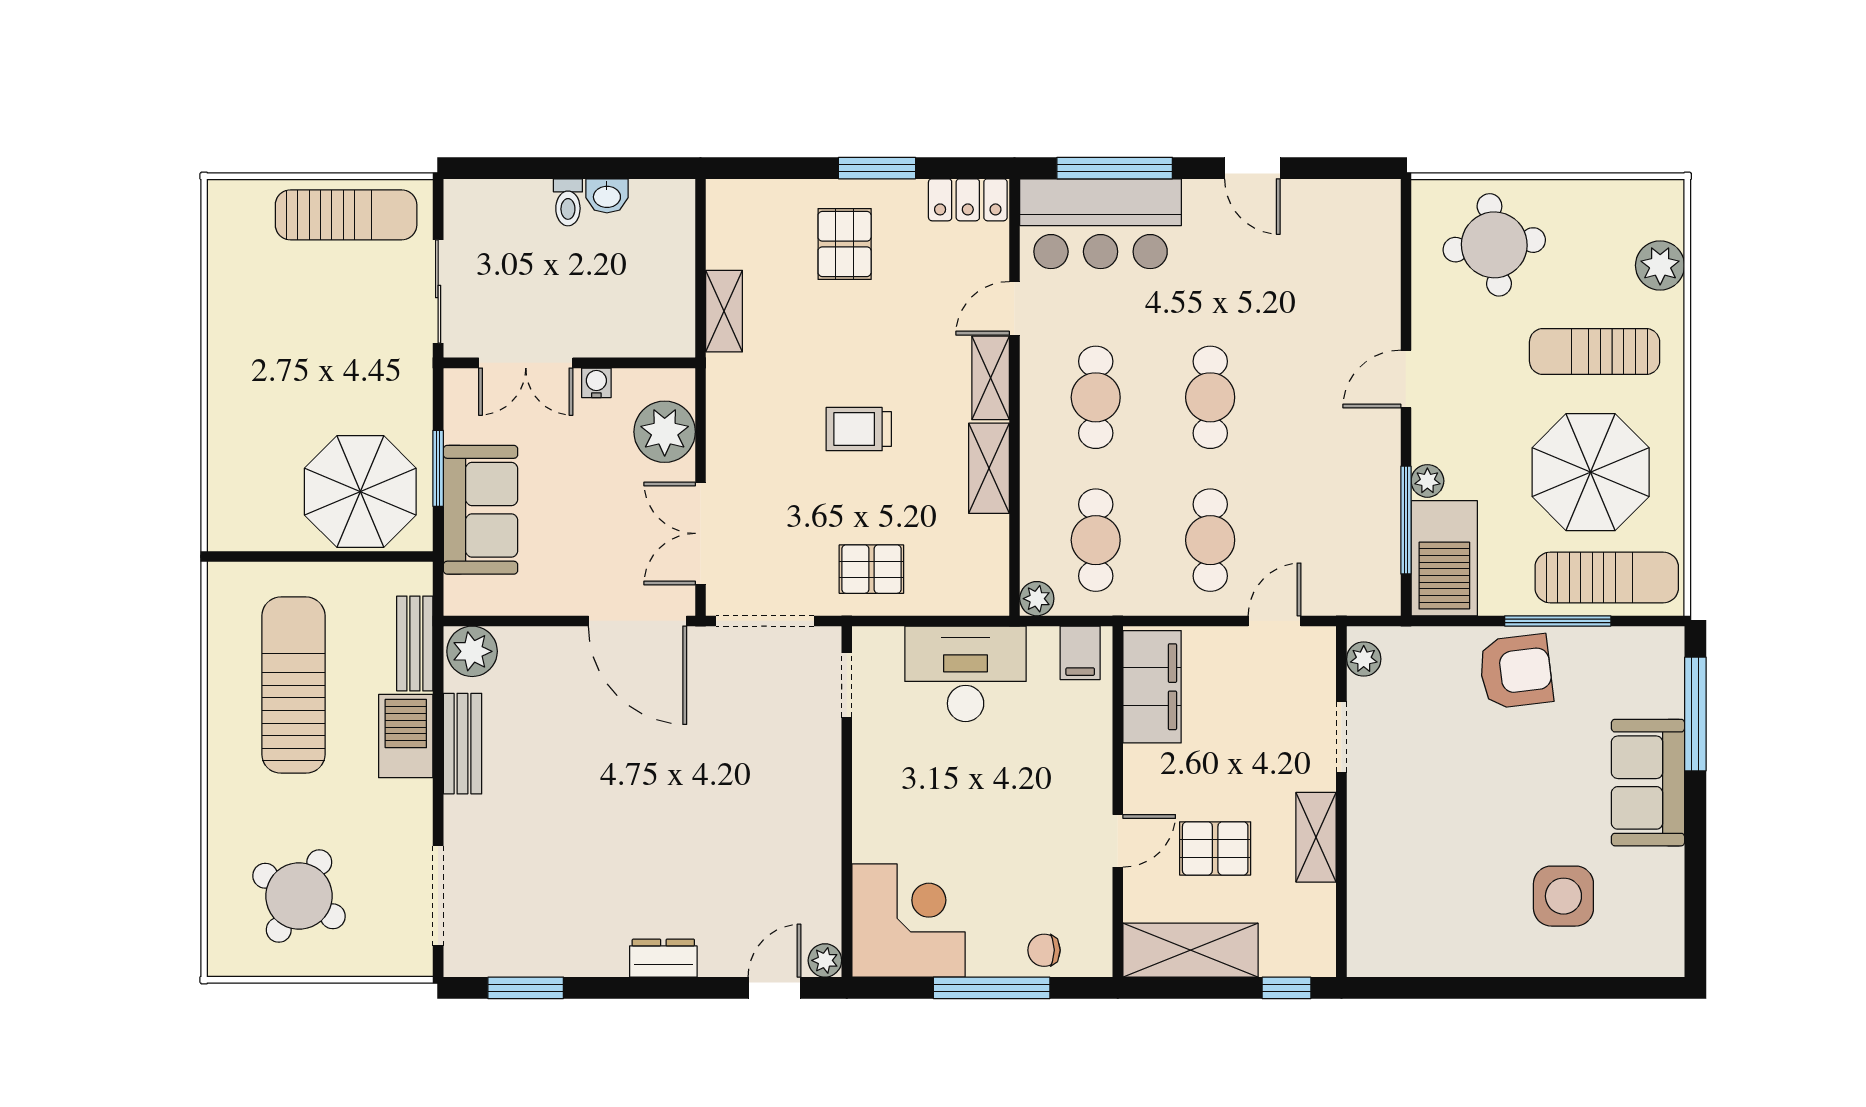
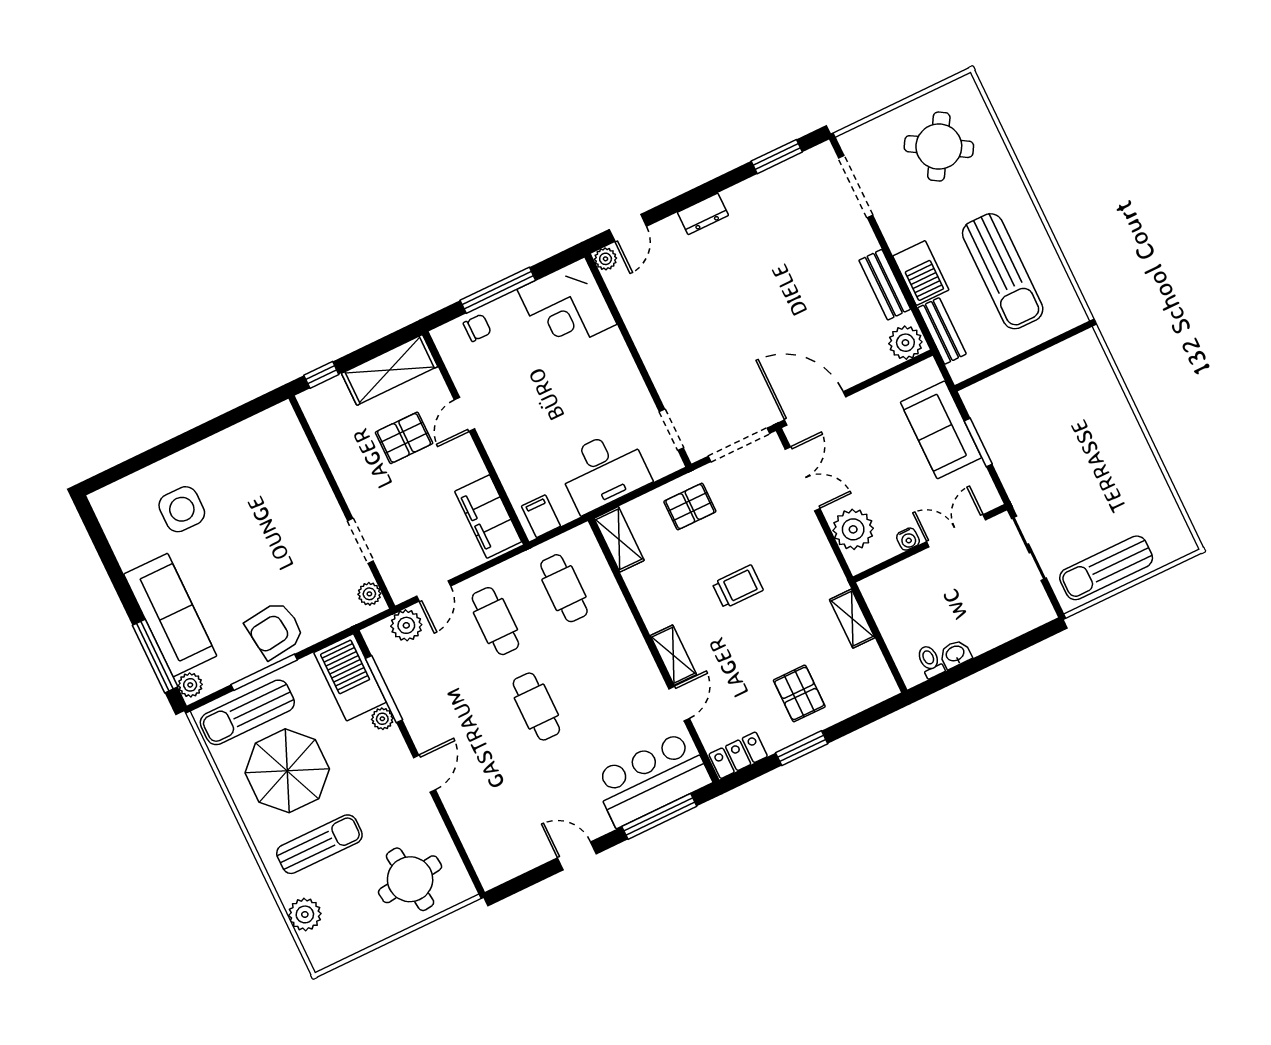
toilet: (568, 202) -> (930, 661), moved
cafe table: (1096, 397) -> (605, 674), removed
shelving: (989, 468) -> (619, 539), moved
parasol: (360, 492) -> (1018, 406), removed
plant: (1037, 599) -> (406, 625), moved, width x1.38, depth x1.38
plant: (1666, 652) -> (190, 685), added
sofa: (1648, 783) -> (170, 615), width x1.36
shelving: (1316, 837) -> (347, 473), removed

